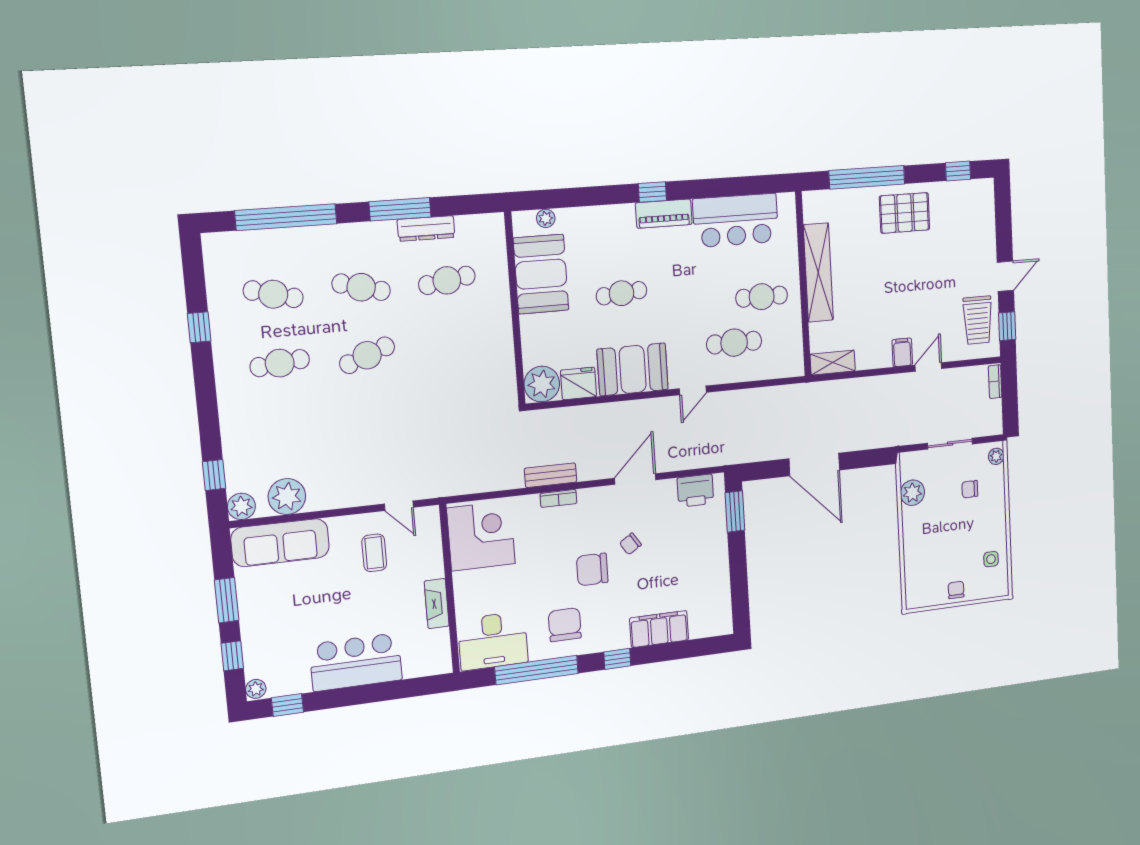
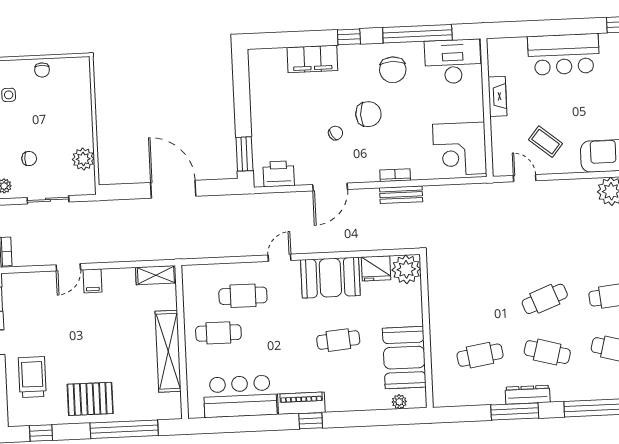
dresser: (426, 228) -> (528, 395), moved
trolley: (978, 320) -> (32, 377), moved
coffee table: (374, 553) -> (546, 142), turned -51

